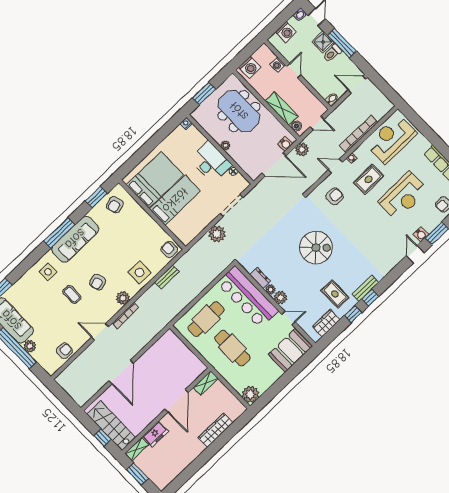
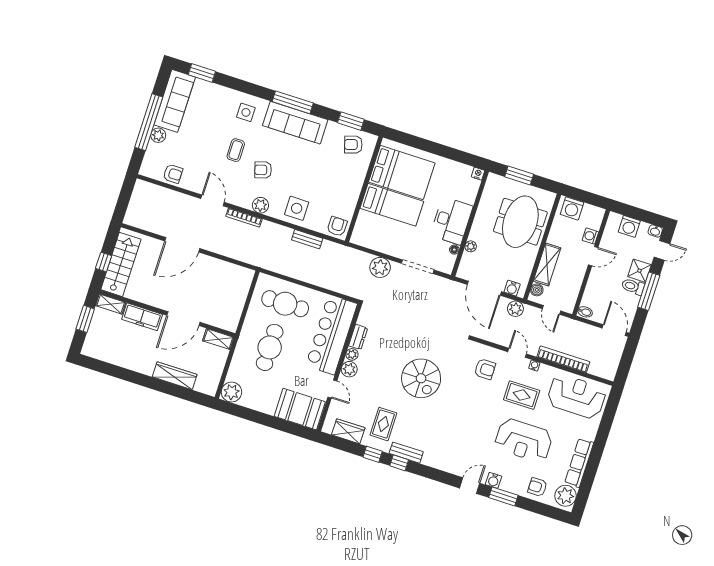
plant: (225, 145) -> (471, 246), moved
freezer: (155, 434) -> (142, 317), width x1.40

